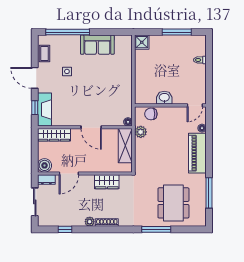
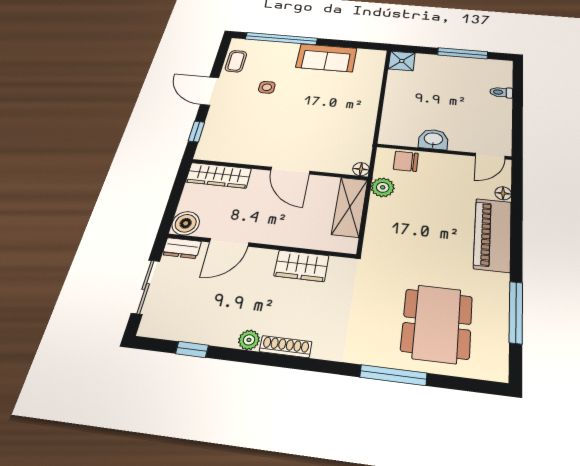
fireplace: (44, 110) -> (213, 136), removed

